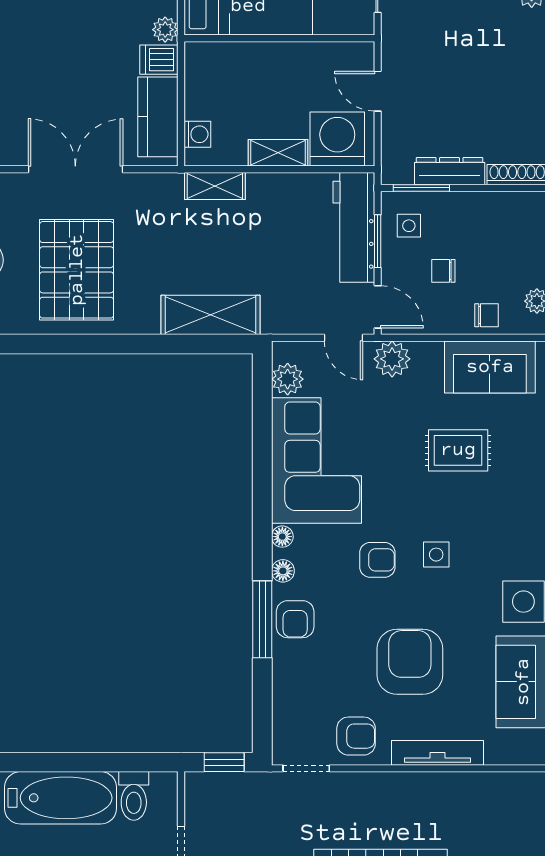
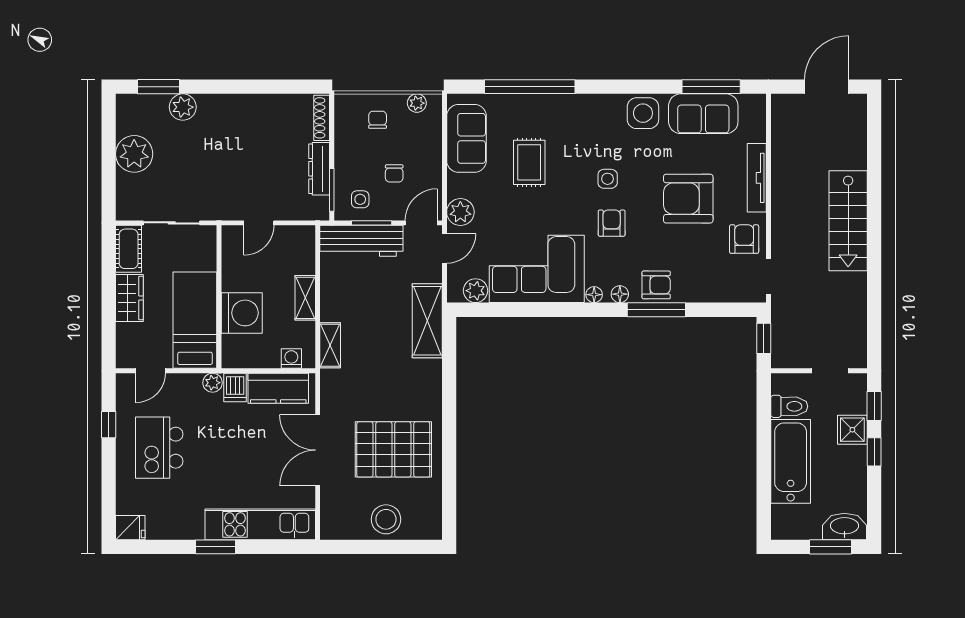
washing machine: (337, 139) -> (242, 313), moved, turned 180
shelving: (210, 315) -> (427, 321), moved
chair: (487, 315) -> (378, 120), moved

